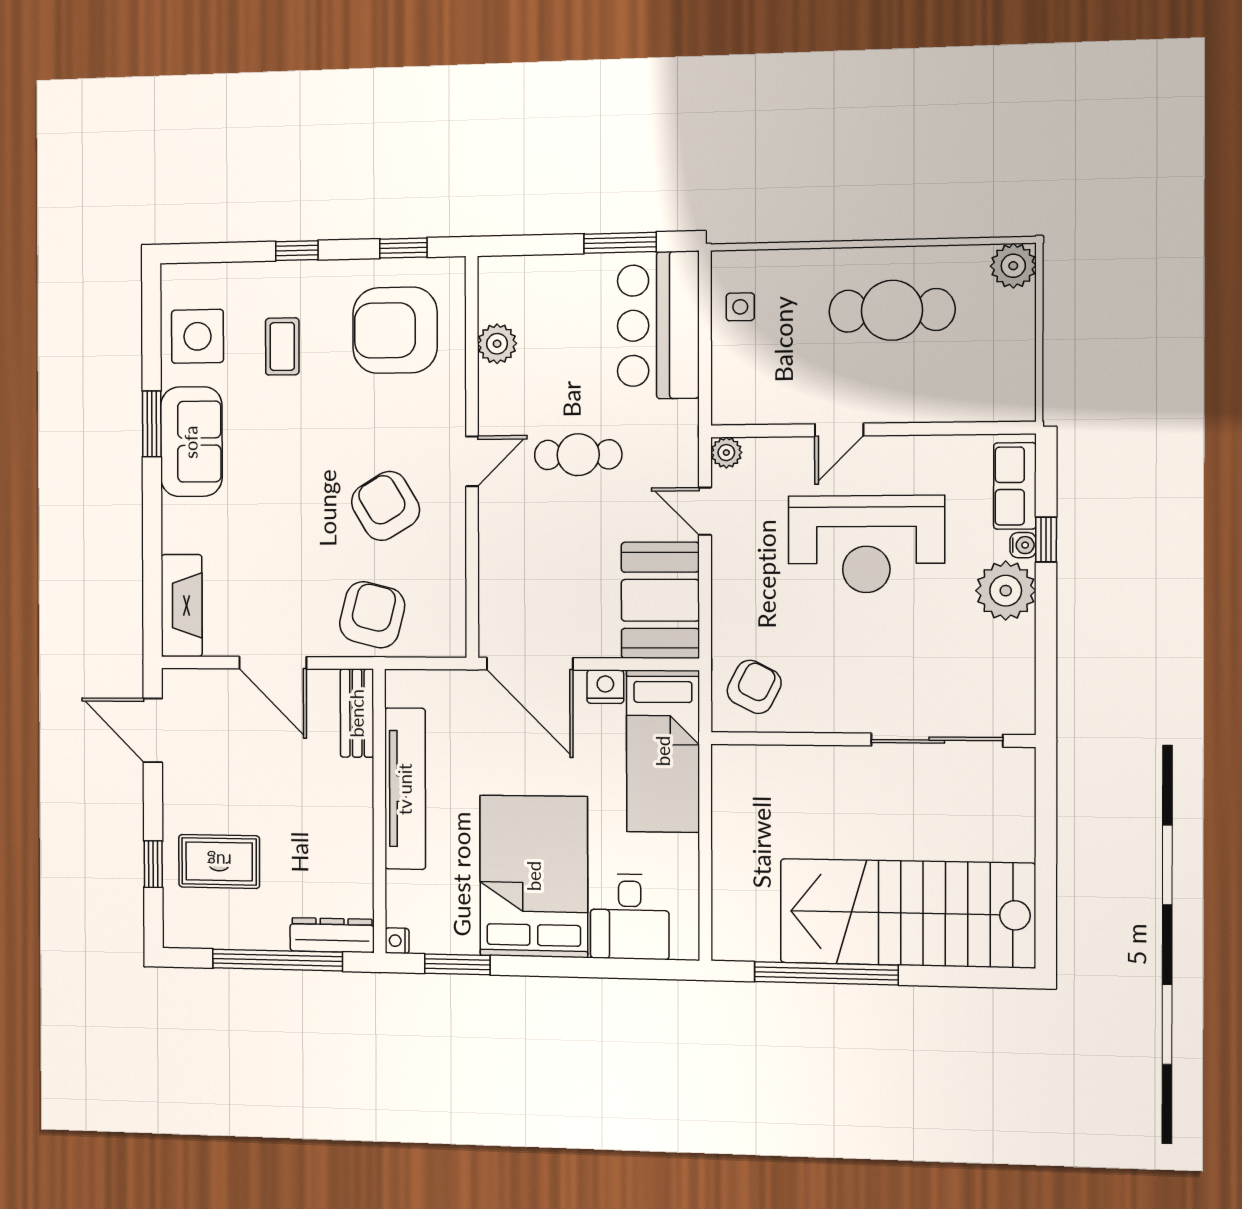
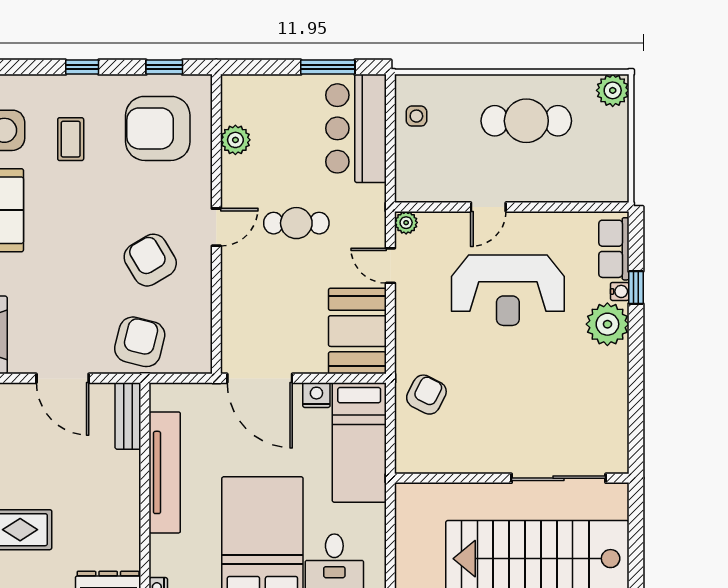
wall: (872, 740) -> (512, 478), moved
sliding door: (937, 740) -> (559, 478), moved

